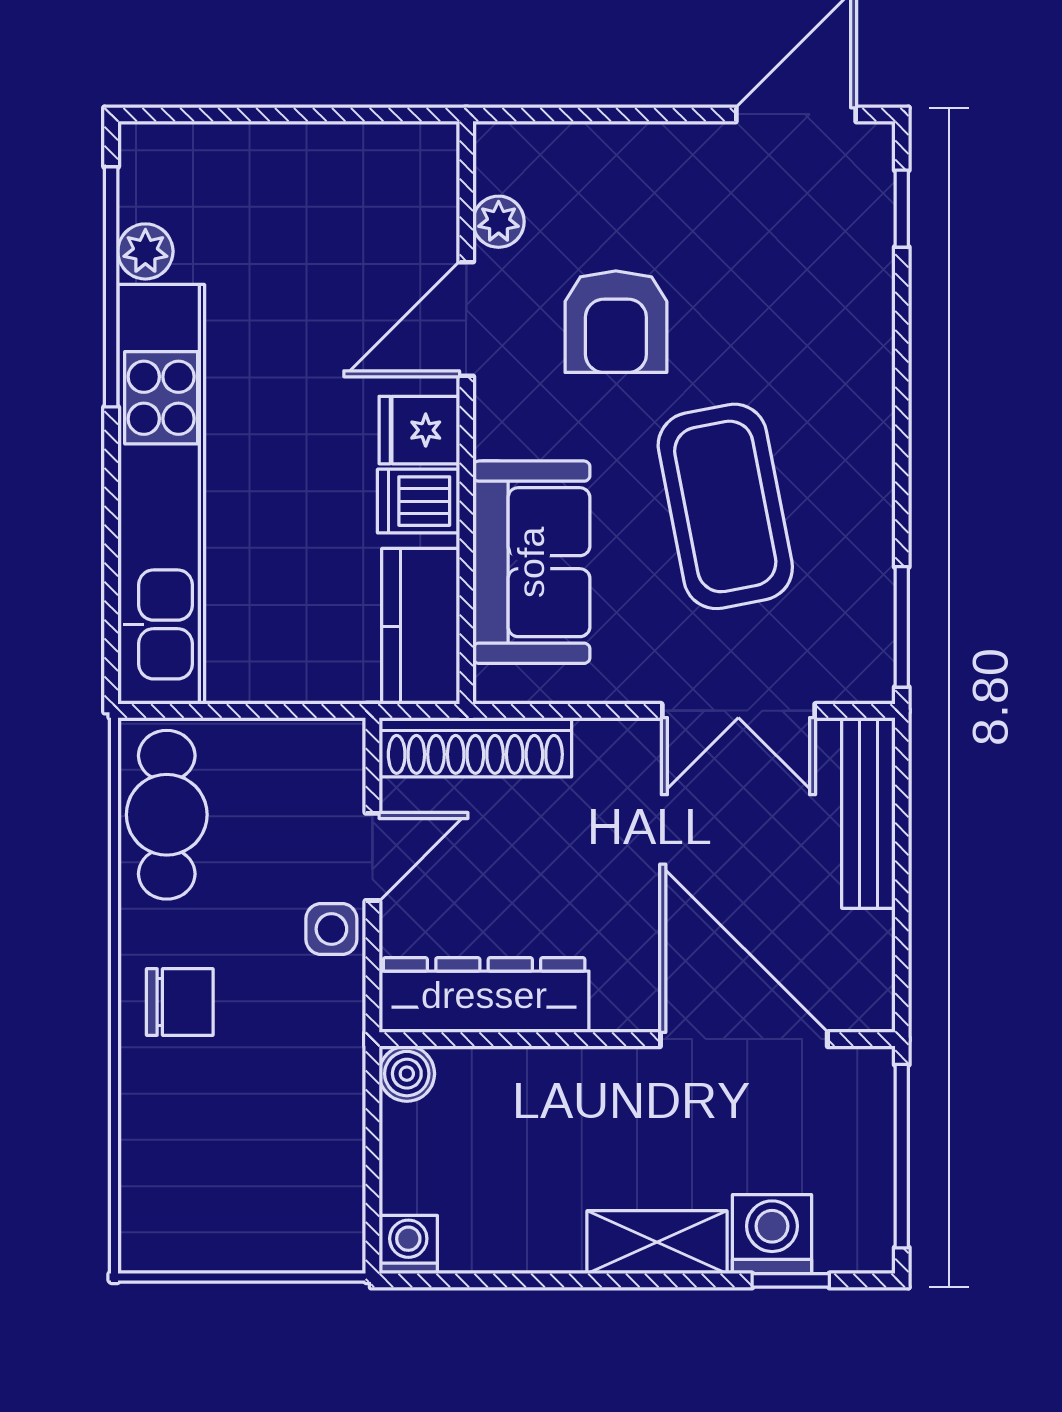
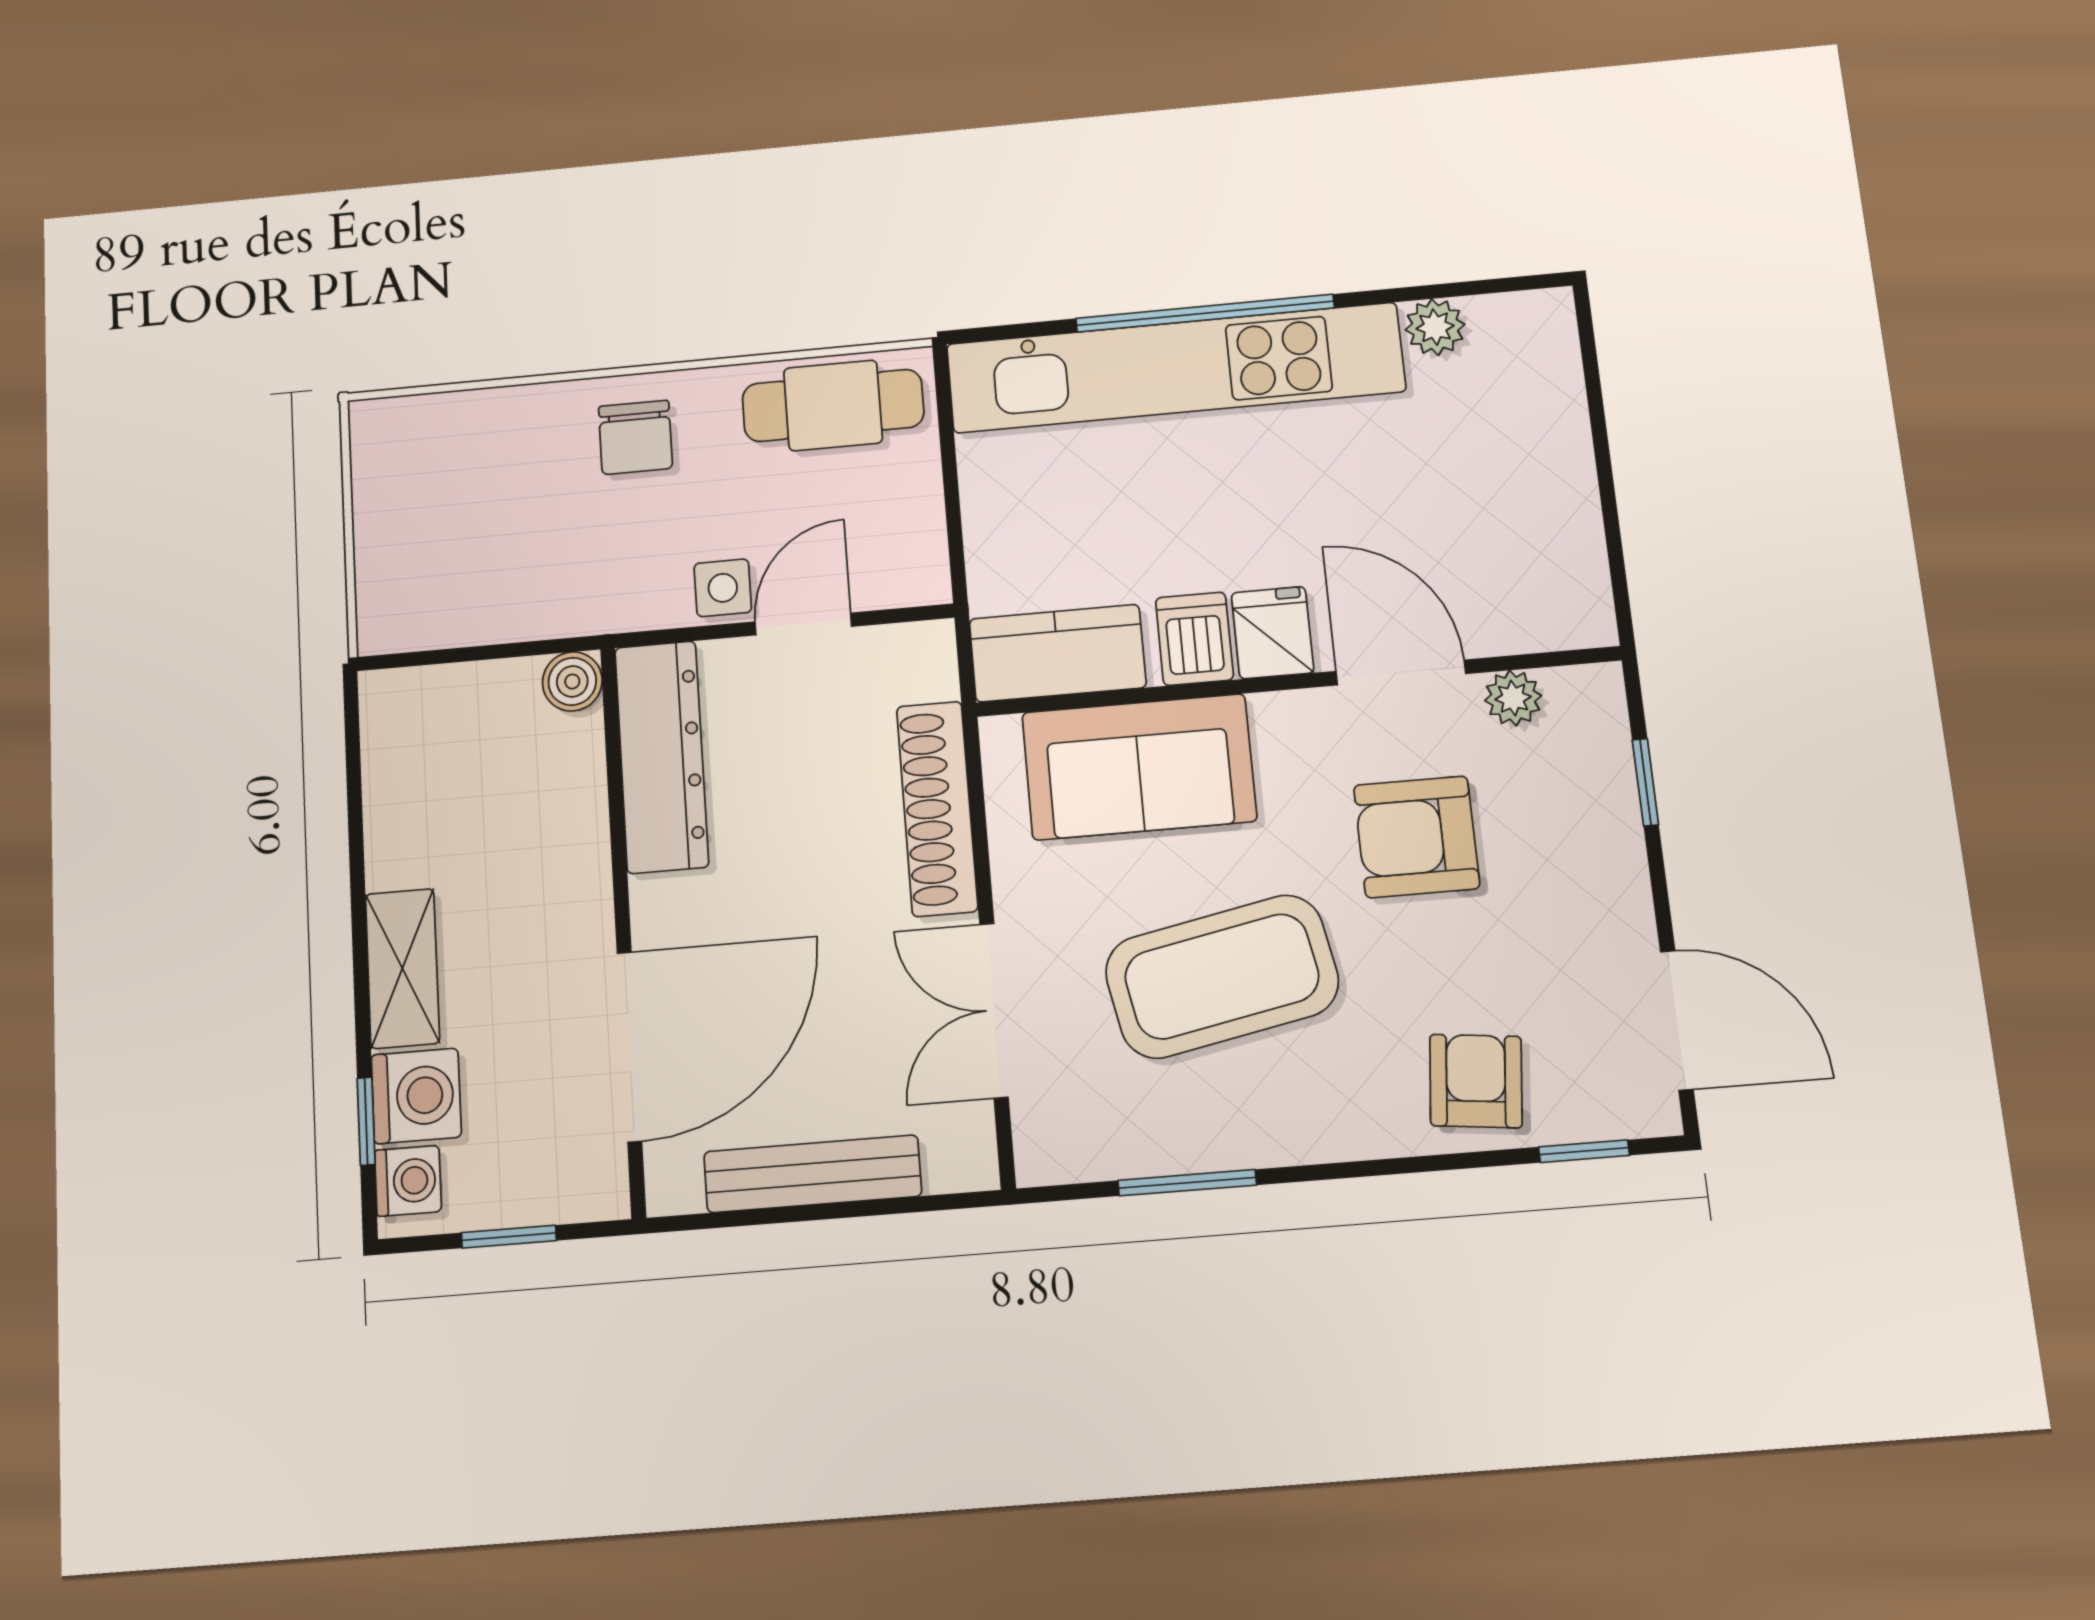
window: (585, 114) -> (1645, 782), added
window: (111, 287) -> (1205, 313), moved
armchair: (834, 294) -> (1476, 1081), added
window: (902, 627) -> (1187, 1183), moved
shoe rack: (475, 747) -> (937, 808), moved
bench: (868, 813) -> (813, 1174), moved
door: (372, 857) -> (803, 624), swing flipped
window: (902, 1156) -> (509, 1237), width x0.46
washing machine: (408, 1245) -> (408, 1181), moved

